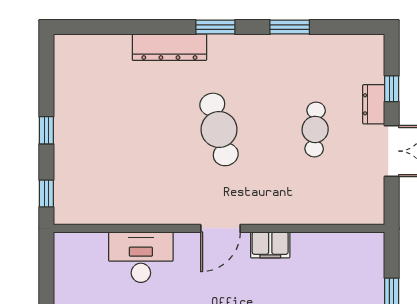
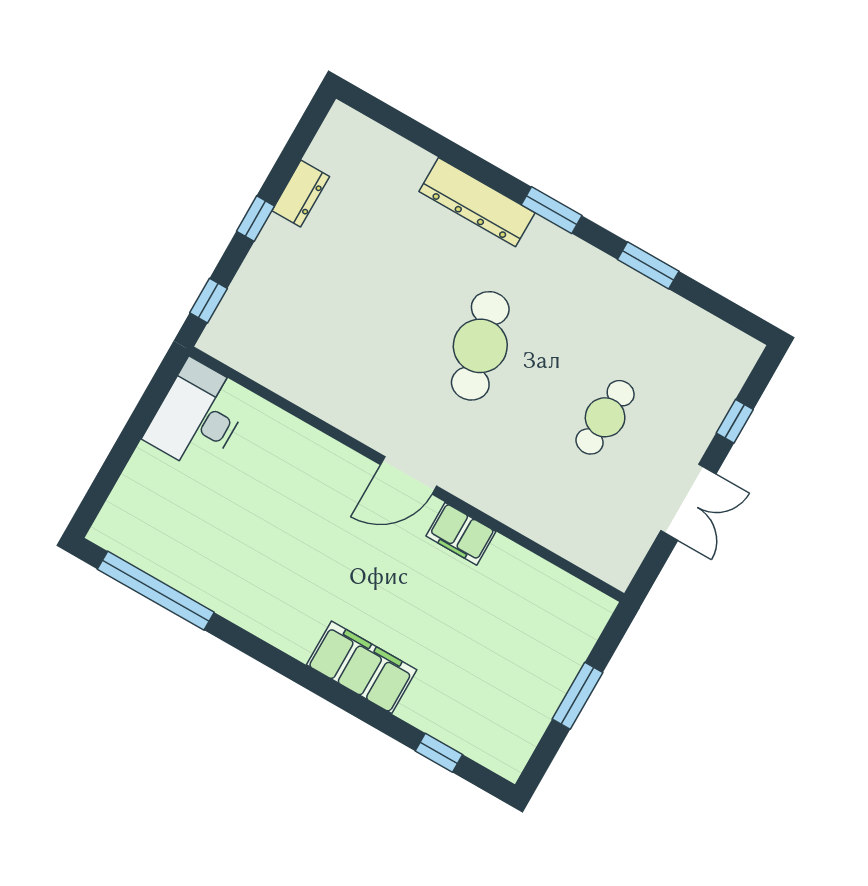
dresser: (374, 104) -> (301, 194), moved, turned 180
desk: (141, 257) -> (198, 416), moved, turned -90

